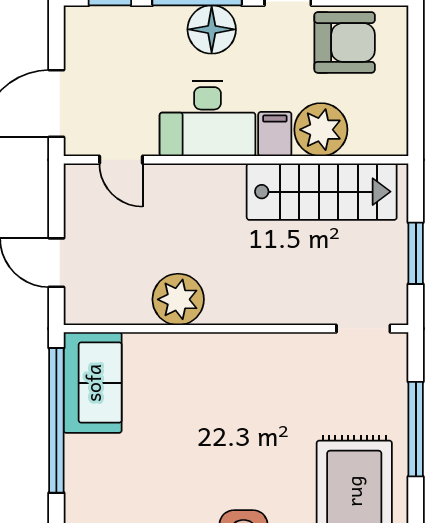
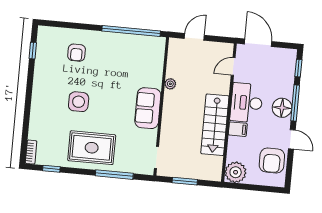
plant: (321, 130) -> (236, 172), moved
stairs: (322, 192) -> (215, 125), moved
plant: (178, 299) -> (170, 84), width x0.53, depth x0.53
sofa: (93, 383) -> (148, 108), moved, turned 90

